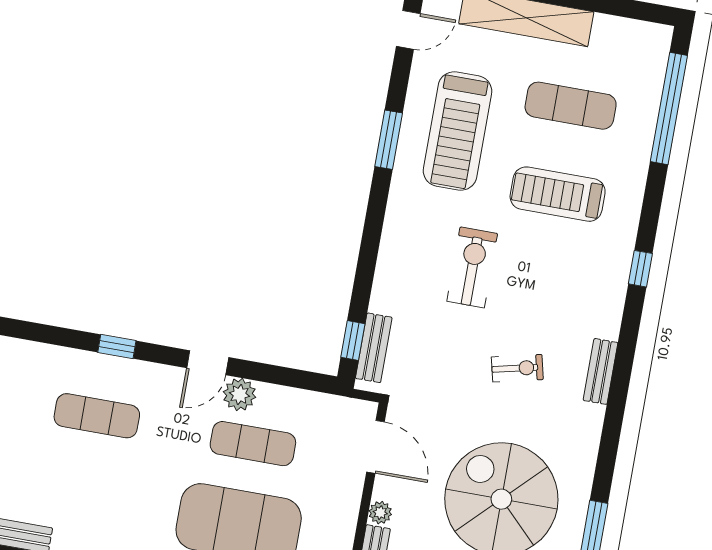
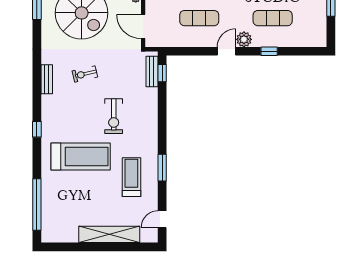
exercise mat: (571, 106) -> (82, 198), removed
treadmill: (458, 131) -> (131, 177), width x0.73, depth x0.73
treadmill: (558, 194) -> (81, 157), width x1.37, depth x1.38
plant: (240, 395) -> (244, 39), moved

